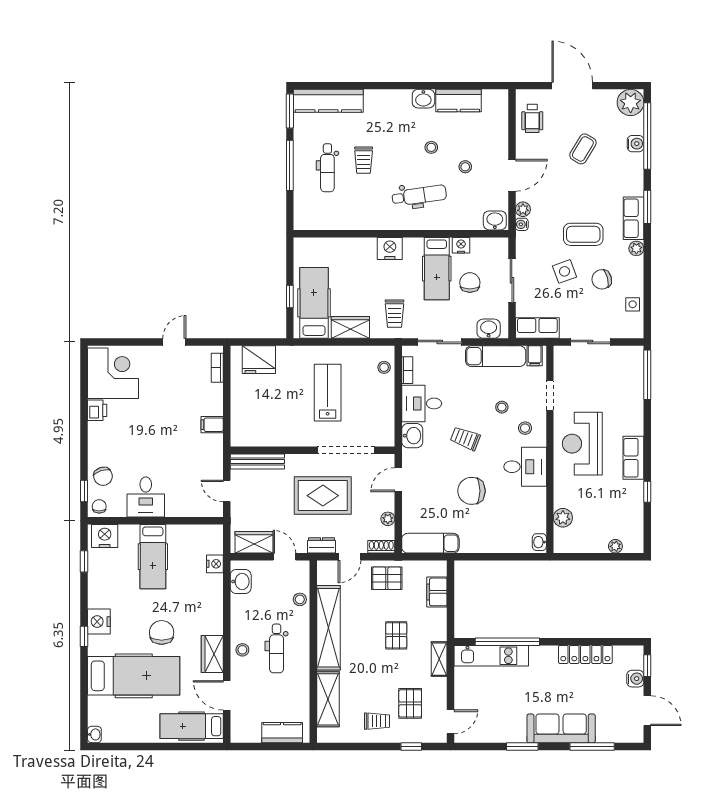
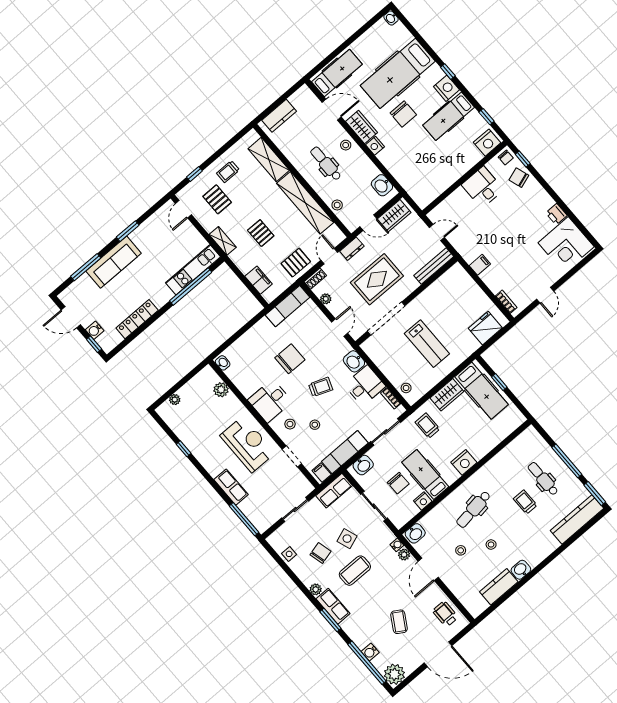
row of seats: (633, 458) -> (231, 487), moved
hospital bed: (153, 557) -> (449, 116), moved, turned -90
nightstand: (215, 564) -> (375, 146), moved

